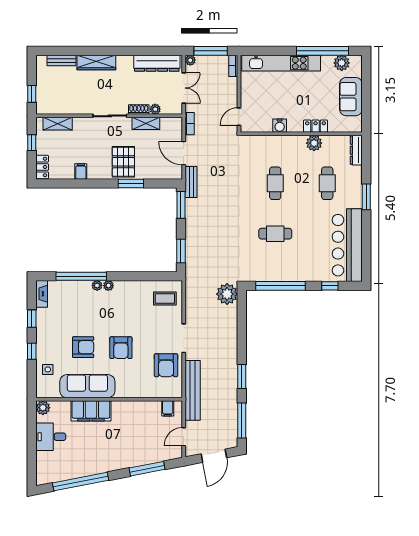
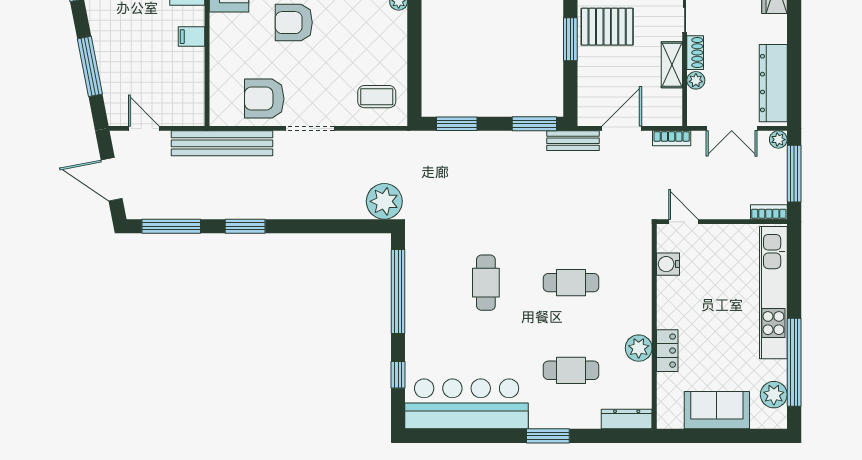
water cooler: (280, 126) -> (668, 264), moved
coffee table: (165, 298) -> (377, 97), turned 90
filing cabinet: (168, 408) -> (191, 37), moved

